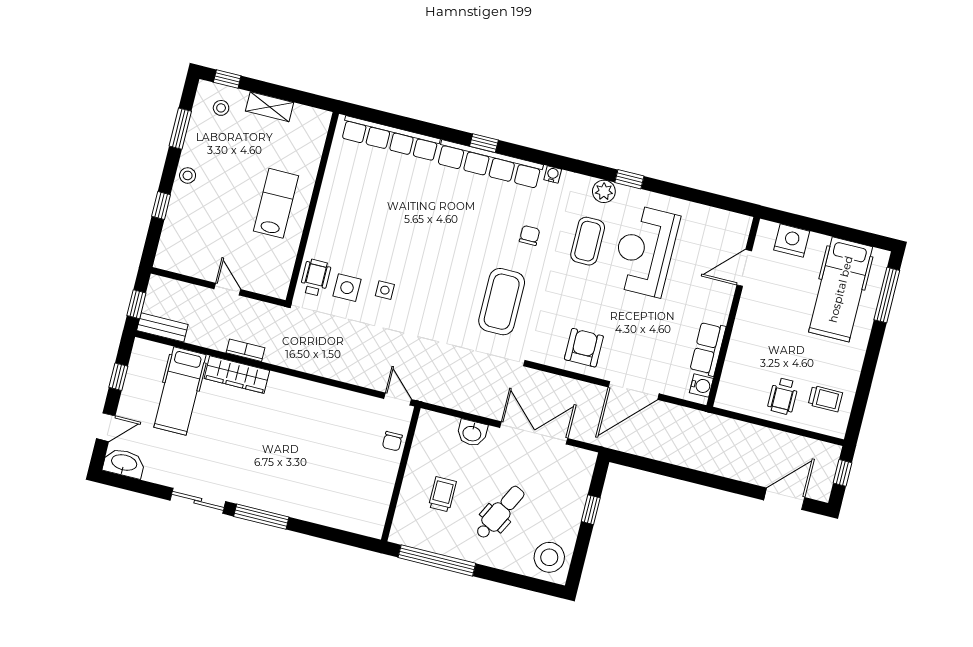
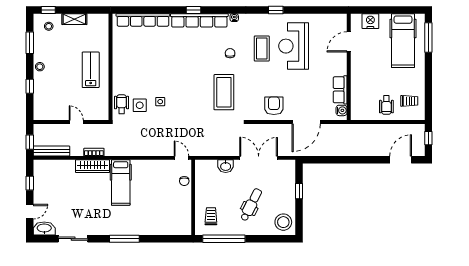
plant: (604, 191) -> (264, 20), removed
bench: (162, 327) -> (51, 151), width x1.36
hospital bed: (180, 391) -> (121, 183), moved
trolley: (442, 494) -> (211, 216), moved
sliding door: (198, 501) -> (73, 239), moved

